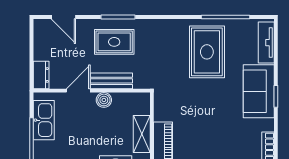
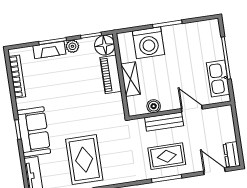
dresser: (41, 75) -> (232, 155), moved
door: (78, 91) -> (192, 109), swing flipped
boiler: (104, 100) -> (154, 106), moved

